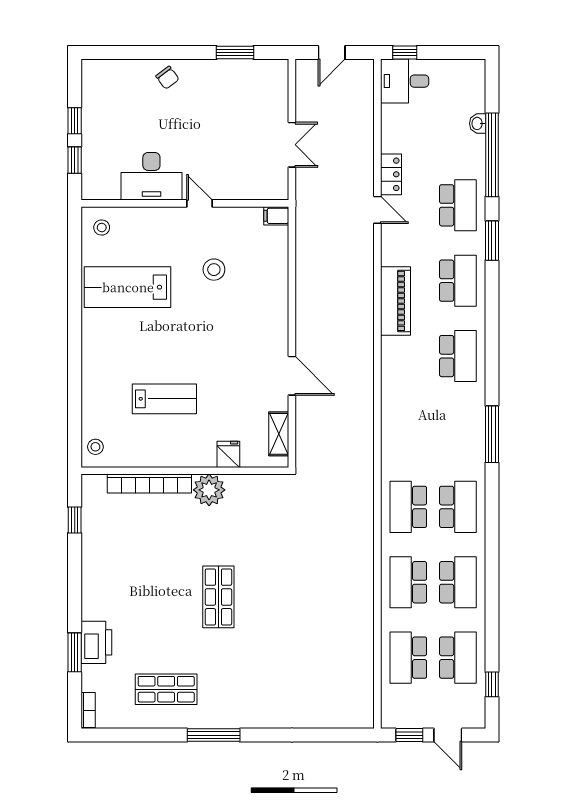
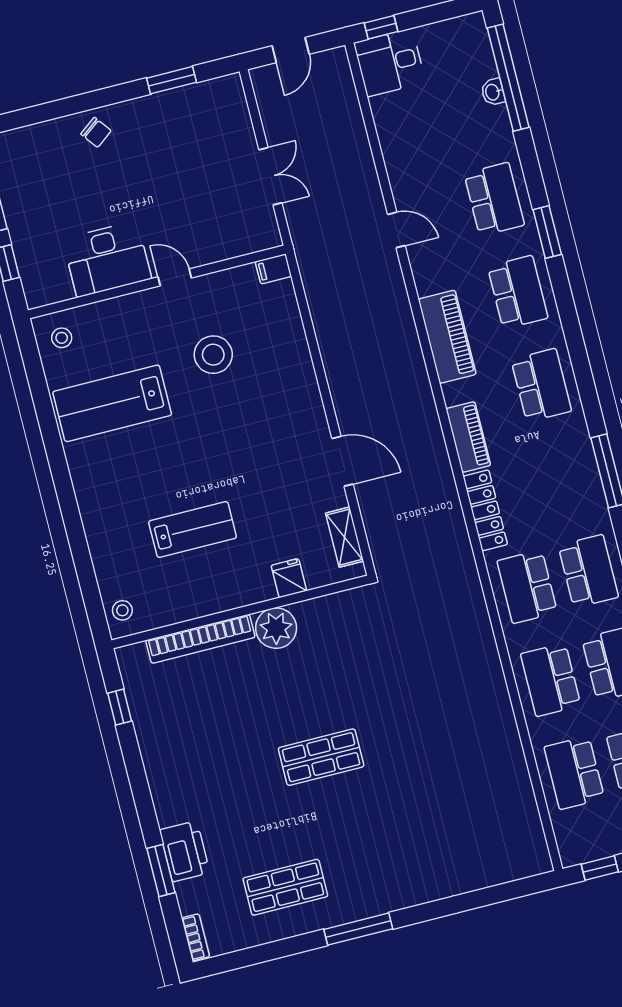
window: (492, 155) -> (508, 78), moved
locker: (391, 174) -> (485, 510), moved, width x1.53
stool: (214, 270) -> (213, 355), width x1.38, depth x1.38
piano: (392, 381) -> (468, 437), added
shop shelf: (218, 597) -> (321, 757), turned 90

